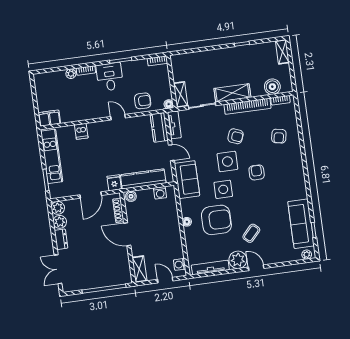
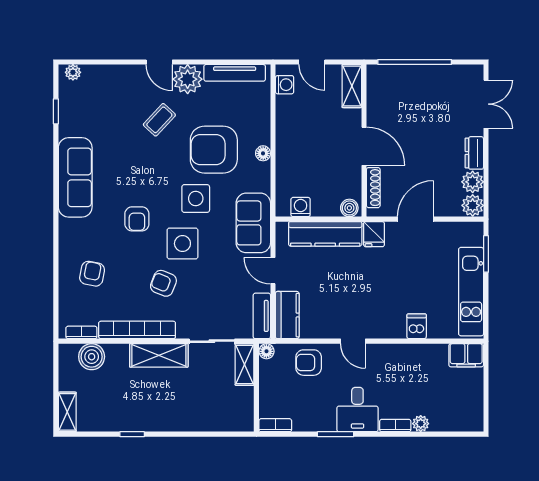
sofa: (301, 224) -> (75, 177), moved

